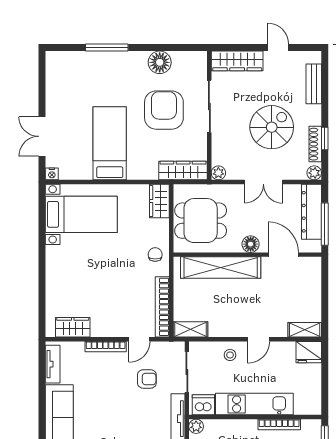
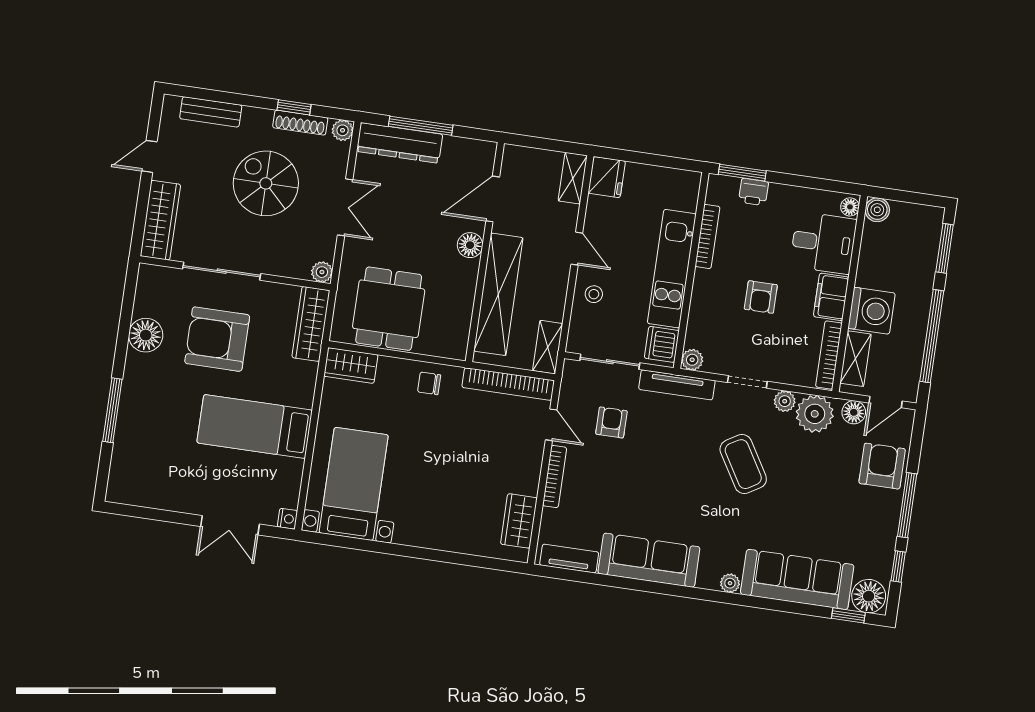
floor lamp: (251, 244) -> (470, 245), moved
wall: (247, 255) -> (485, 252), moved
door: (283, 255) -> (493, 199), moved
shelving: (221, 268) -> (498, 294), moved

